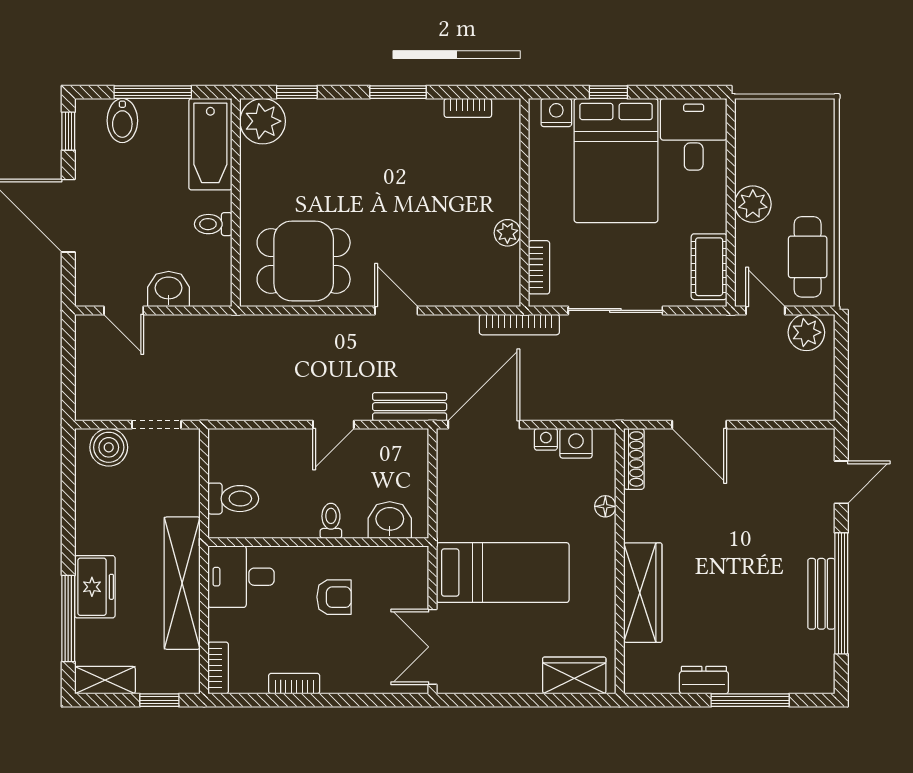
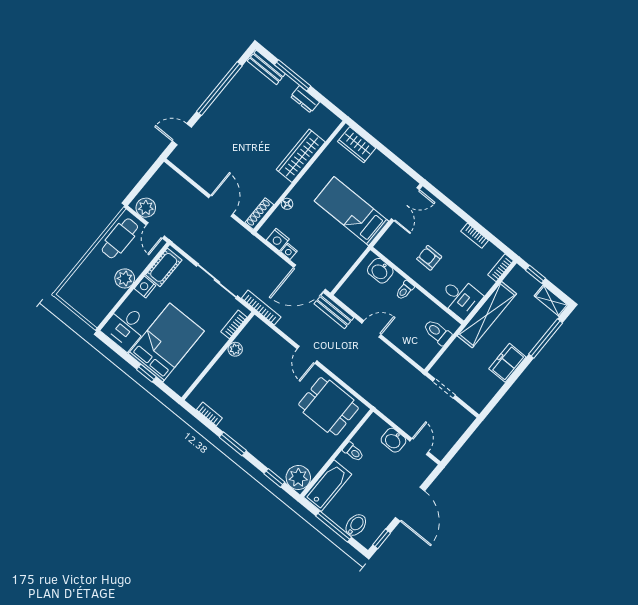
nightstand: (556, 113) -> (145, 287), moved, turned 90
boiler: (109, 447) -> (471, 395), removed
freezer: (95, 587) -> (507, 363), moved
bench: (821, 594) -> (266, 67), moved, turned 90

